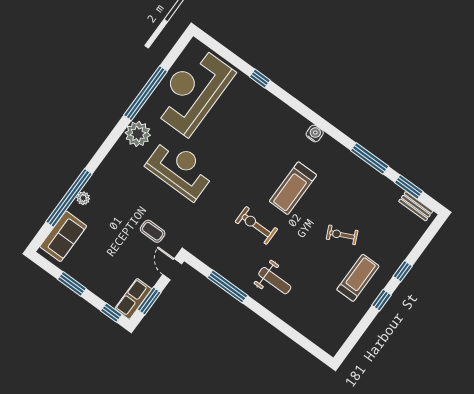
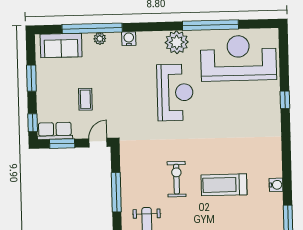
water cooler: (315, 133) -> (276, 185), moved
water cooler: (103, 173) -> (129, 39), added
coffee table: (153, 231) -> (85, 99), moved

